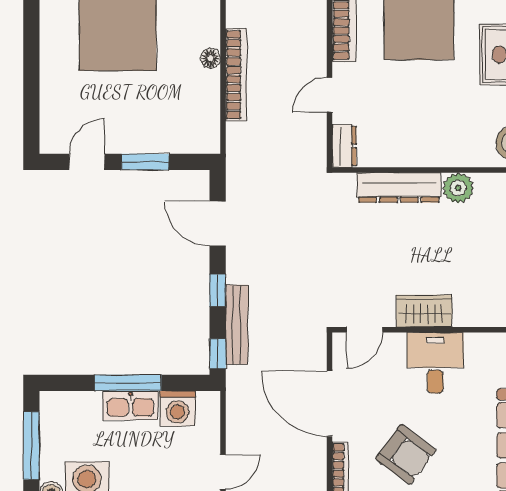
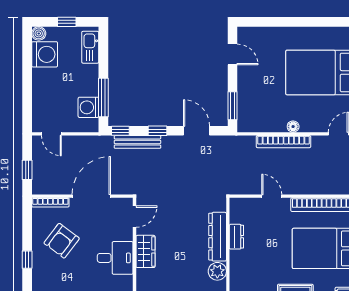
dresser: (344, 146) -> (236, 237), moved, turned -90
window: (145, 162) -> (233, 106), moved
door: (218, 224) -> (197, 131), hinge flipped
door: (364, 330) -> (134, 217), swing flipped
window: (128, 383) -> (103, 98), moved
kitchen sink: (130, 405) -> (90, 47), moved
window: (31, 446) -> (67, 22), width x0.46

